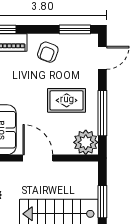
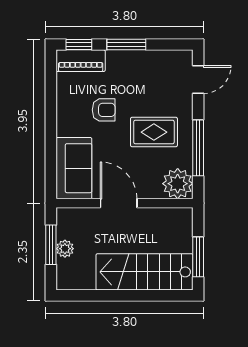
window: (75, 29) -> (126, 45), moved
armchair: (48, 52) -> (104, 110), moved, turned -111

